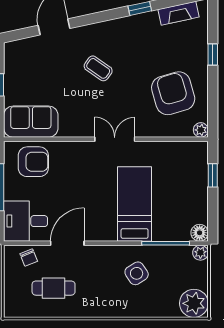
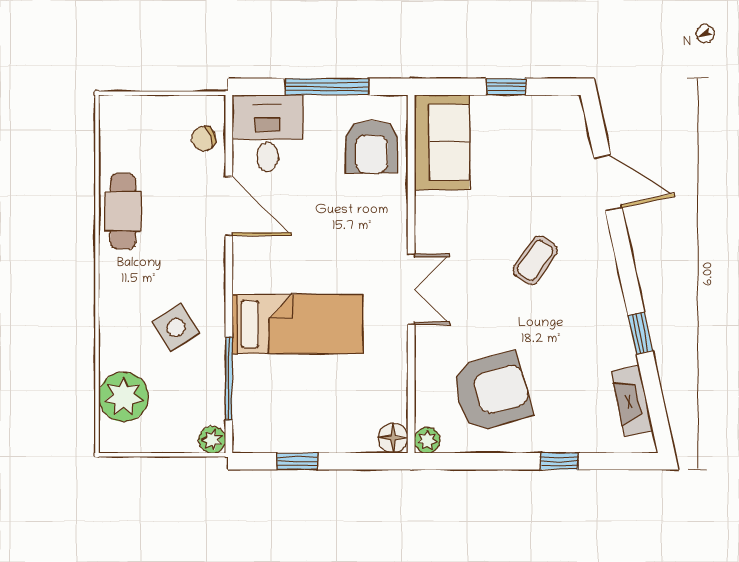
window: (213, 175) -> (297, 461), moved
floor lamp: (200, 233) -> (393, 438), moved
cafe table: (54, 288) -> (123, 211), moved
plant: (194, 303) -> (123, 397), moved

